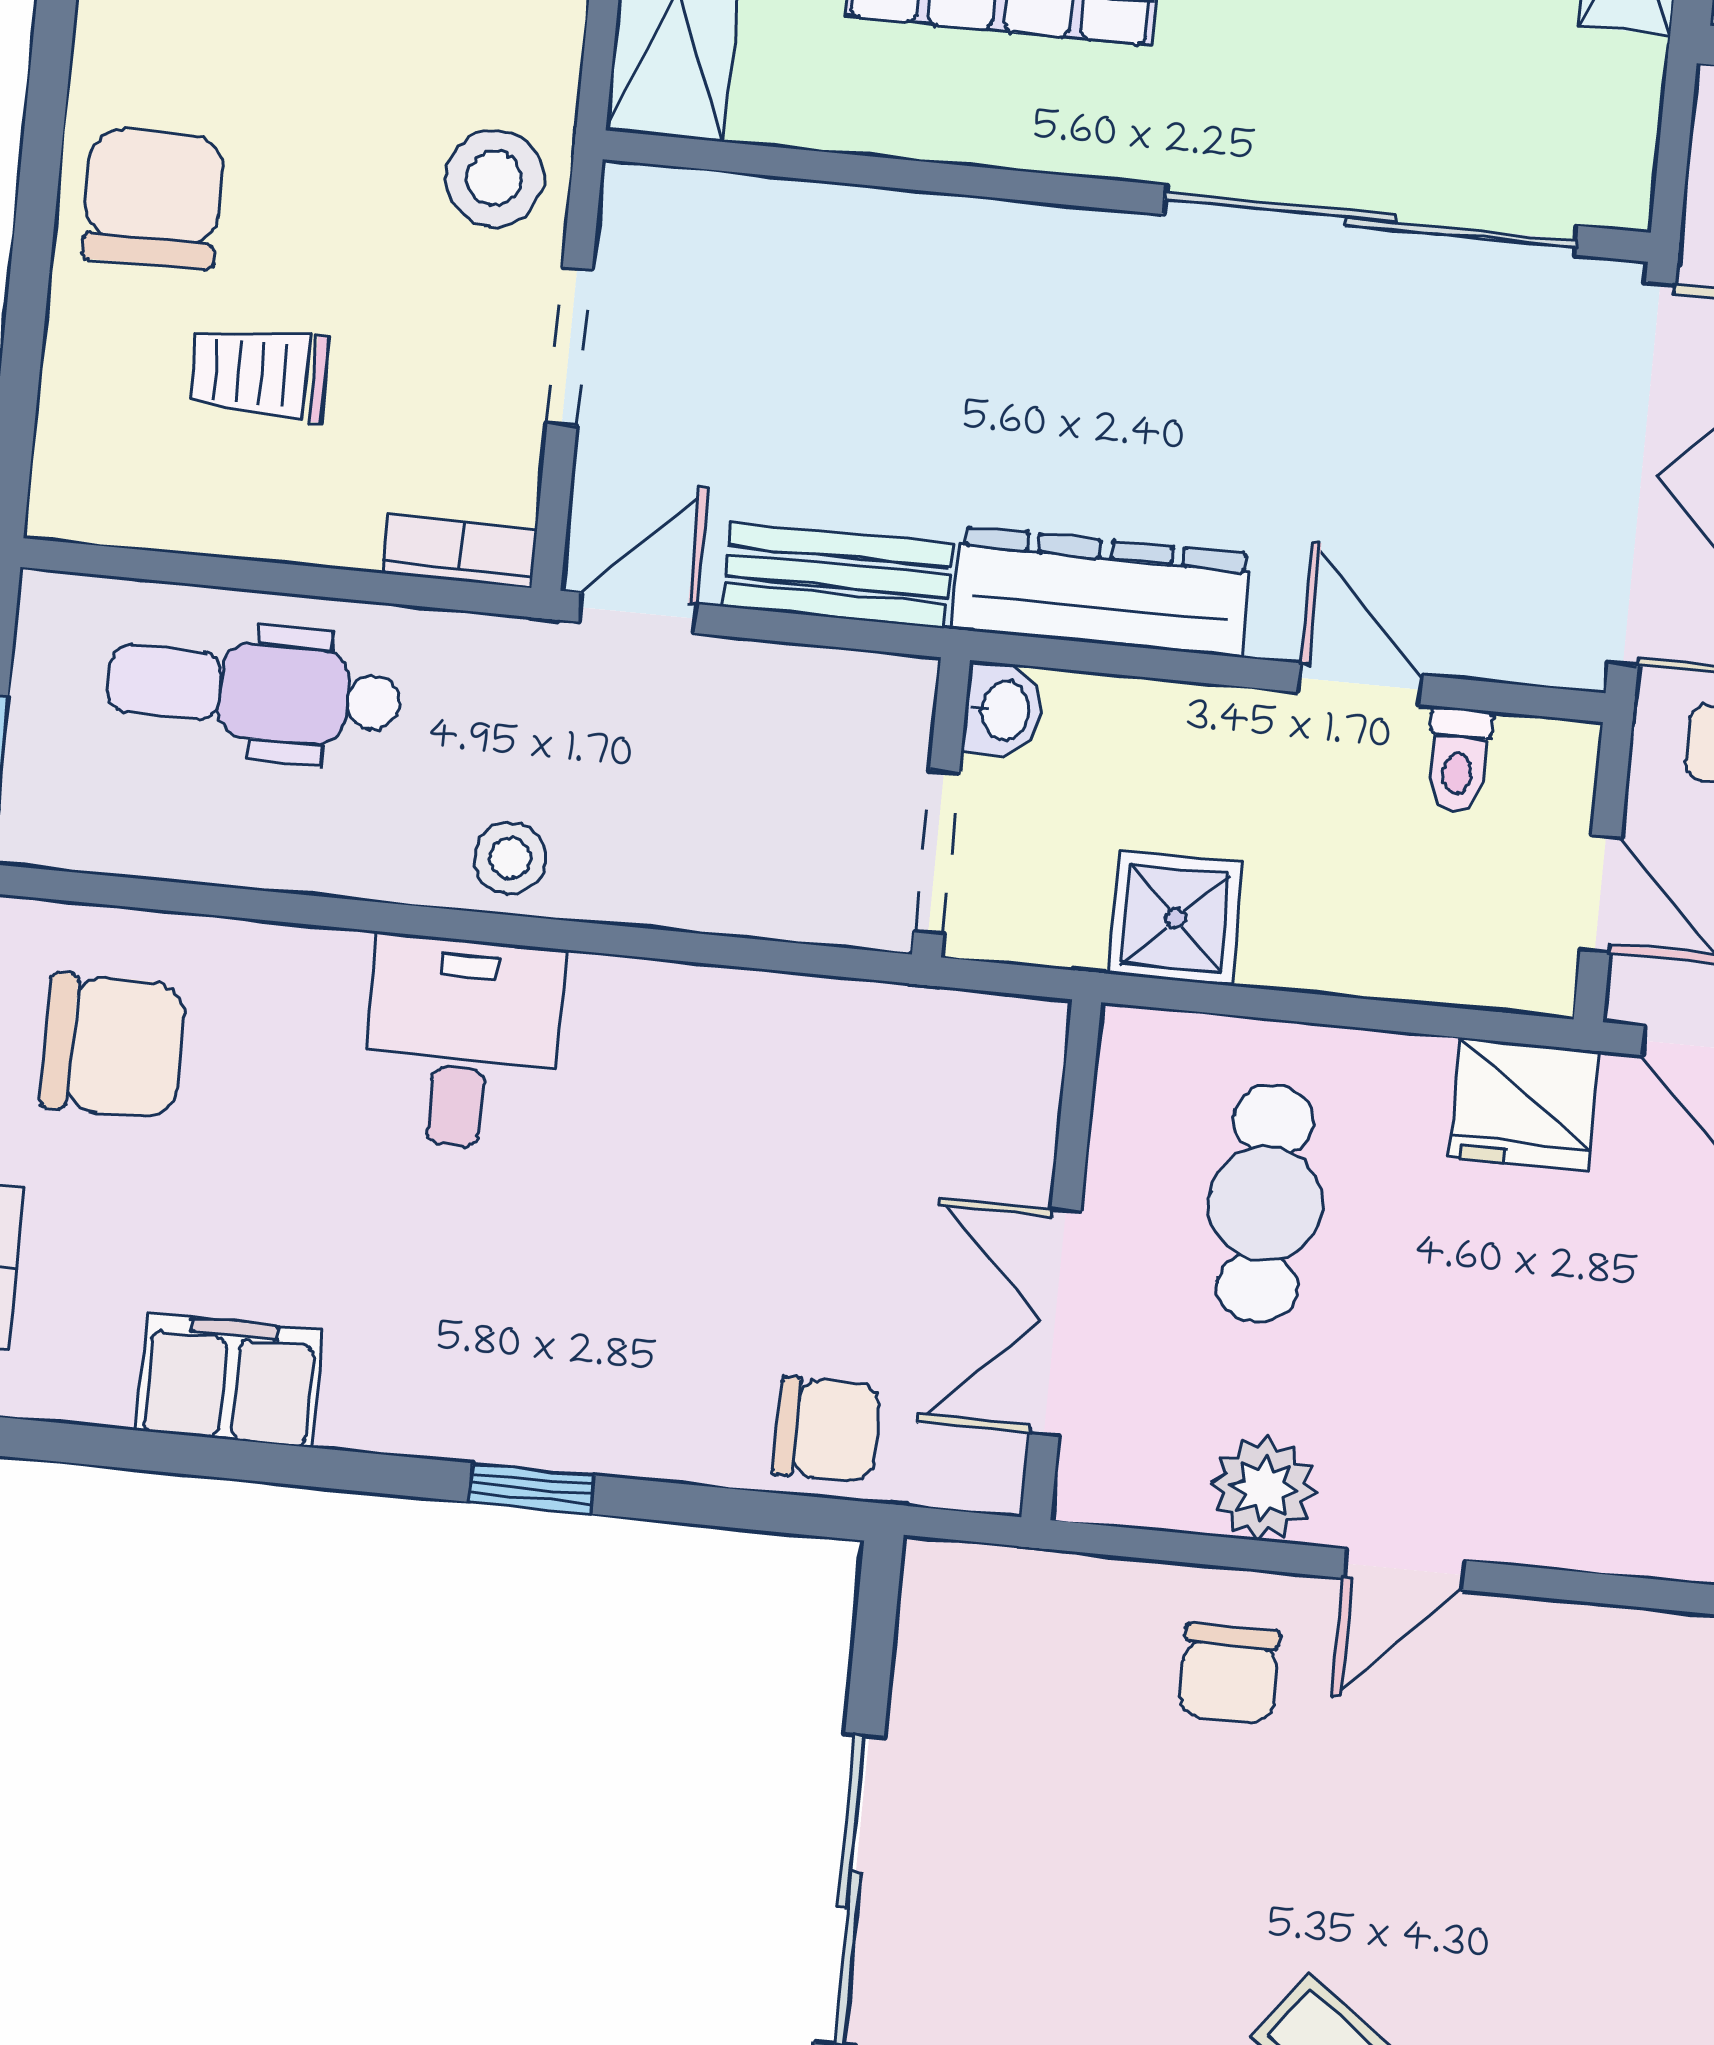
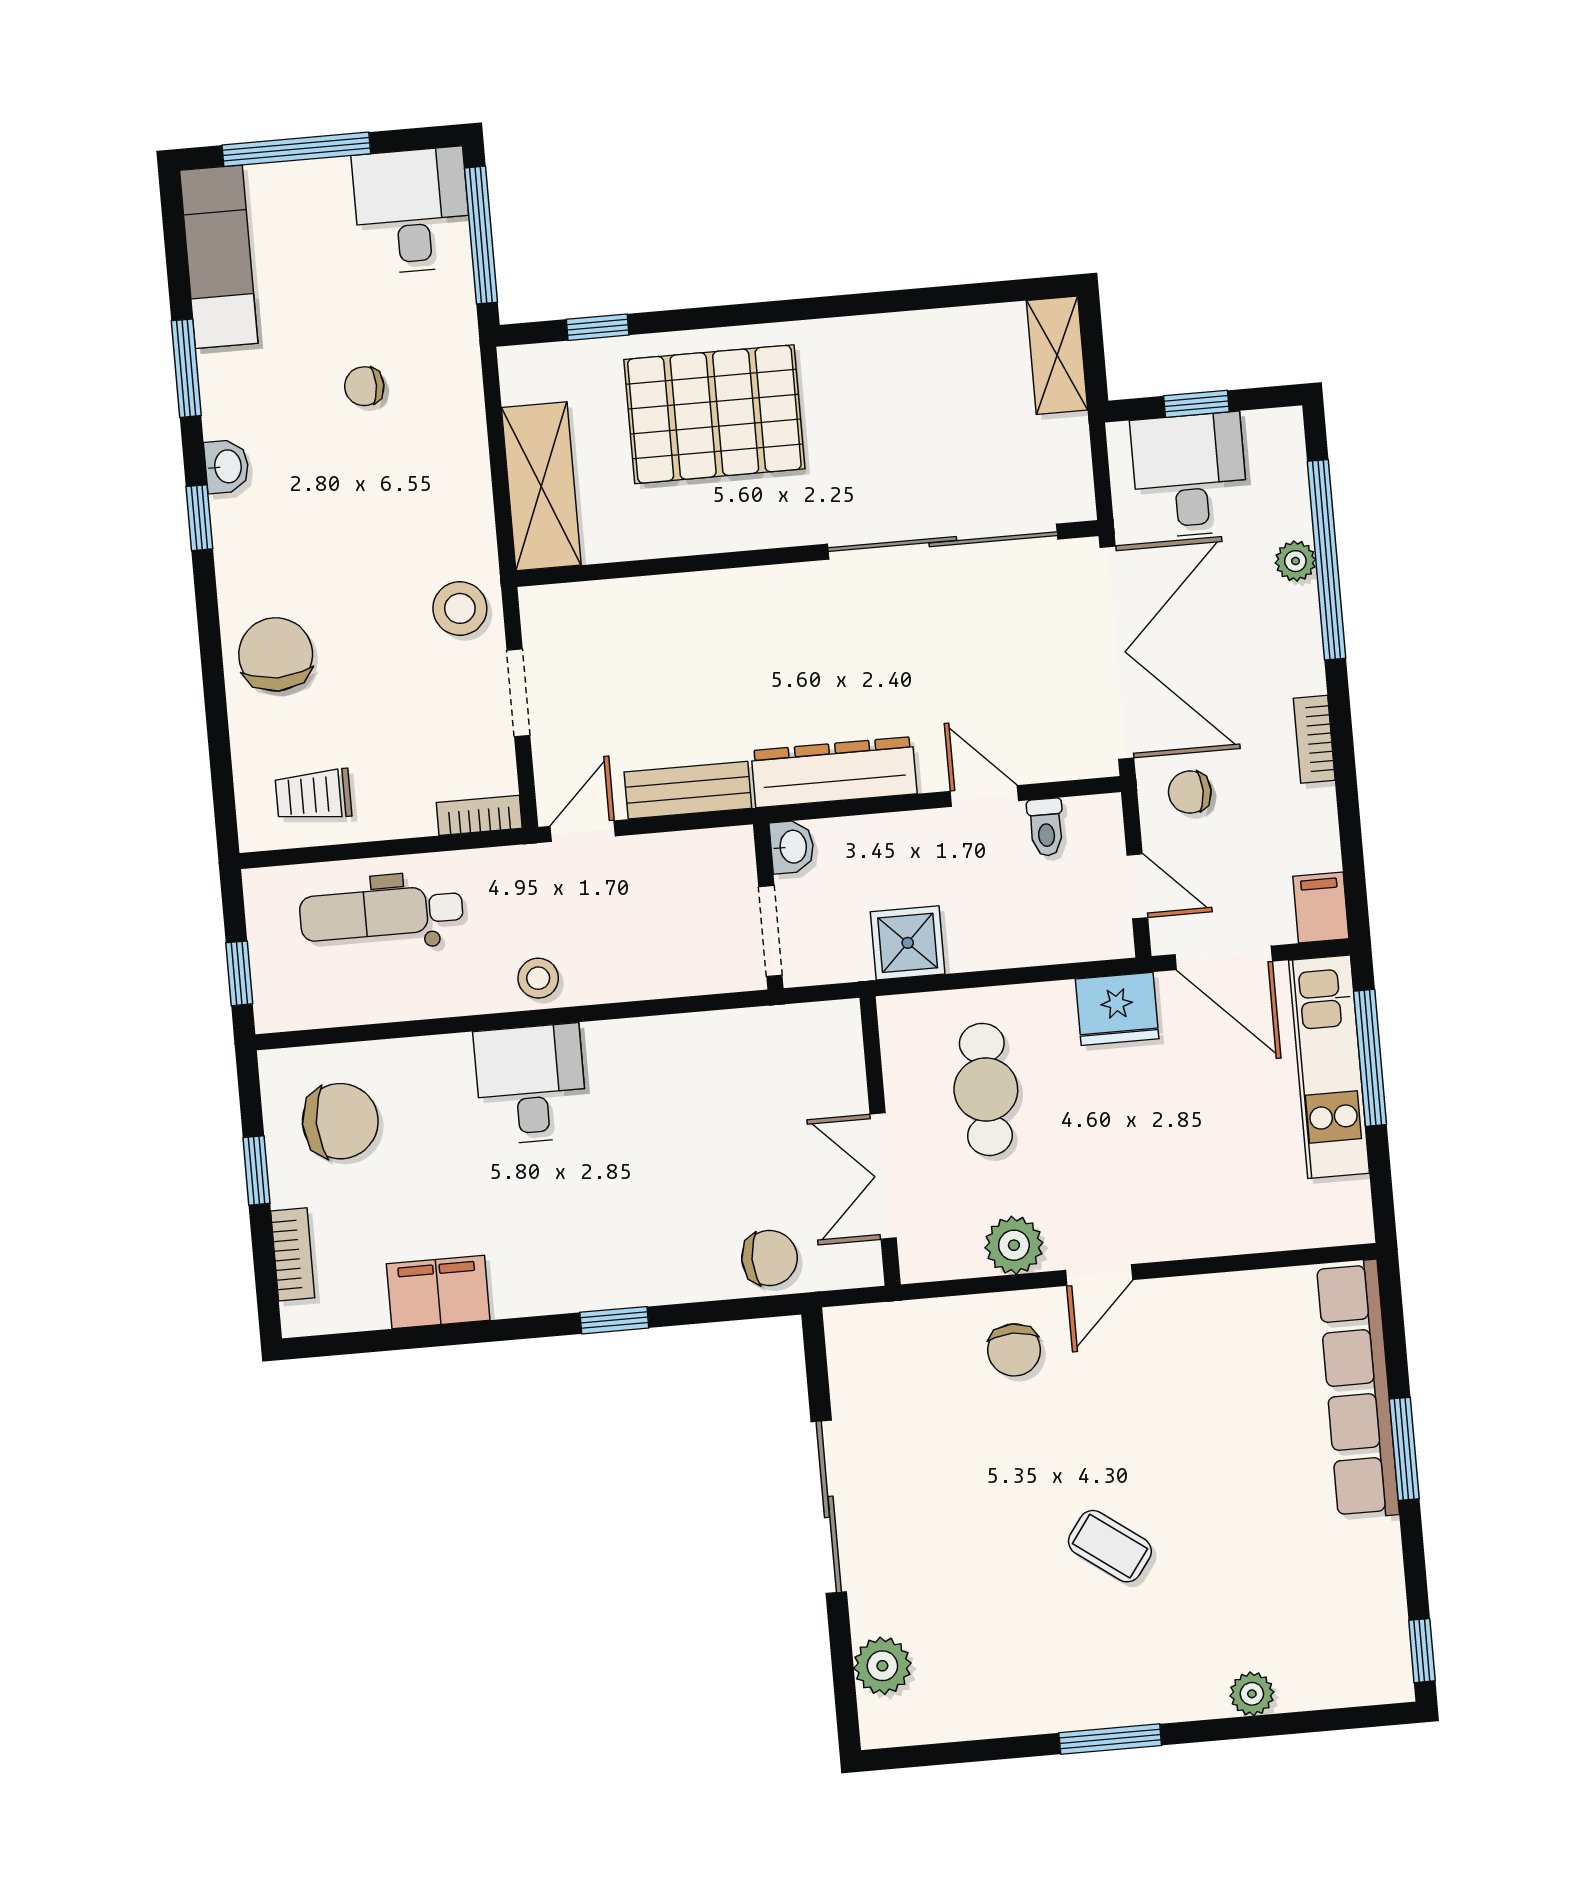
trolley: (259, 373) -> (313, 795), moved

